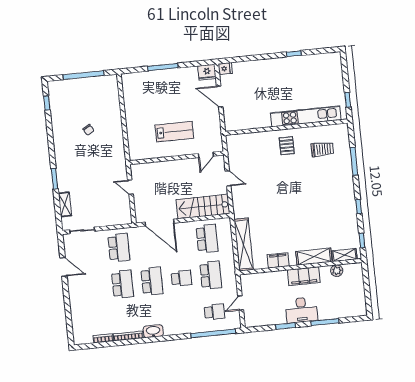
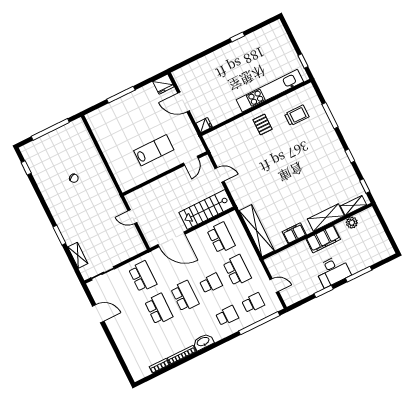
fridge: (225, 69) -> (204, 125), moved
door: (241, 303) -> (274, 286), swing flipped
school desk: (185, 315) -> (227, 316), added

